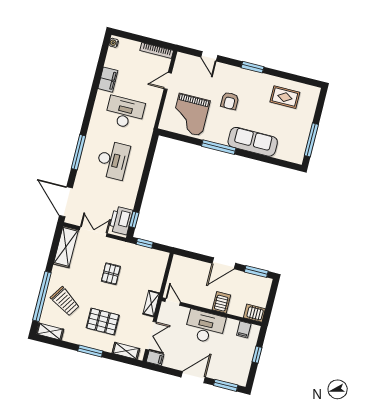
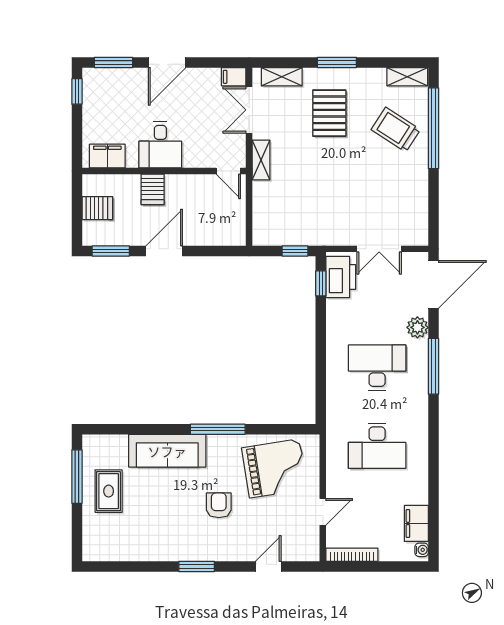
door: (209, 56) -> (268, 566), hinge flipped
filing cabinet: (108, 80) -> (416, 523), moved
rug: (285, 97) -> (109, 491), moved, turned 90
grand piano: (190, 115) -> (275, 468), turned 81
desk: (113, 160) -> (377, 367), turned 90
plant: (82, 178) -> (417, 327), added
door: (66, 202) -> (433, 284), hinge flipped
shelving: (66, 247) -> (416, 214), removed
pallet: (111, 274) -> (335, 190), removed
server rack: (254, 313) -> (97, 208), moved
pallet: (103, 321) -> (329, 113), turned 90
desk: (205, 327) -> (160, 145), width x0.73
filing cabinet: (244, 329) -> (107, 156), width x2.00
window: (257, 355) -> (77, 91), moved

